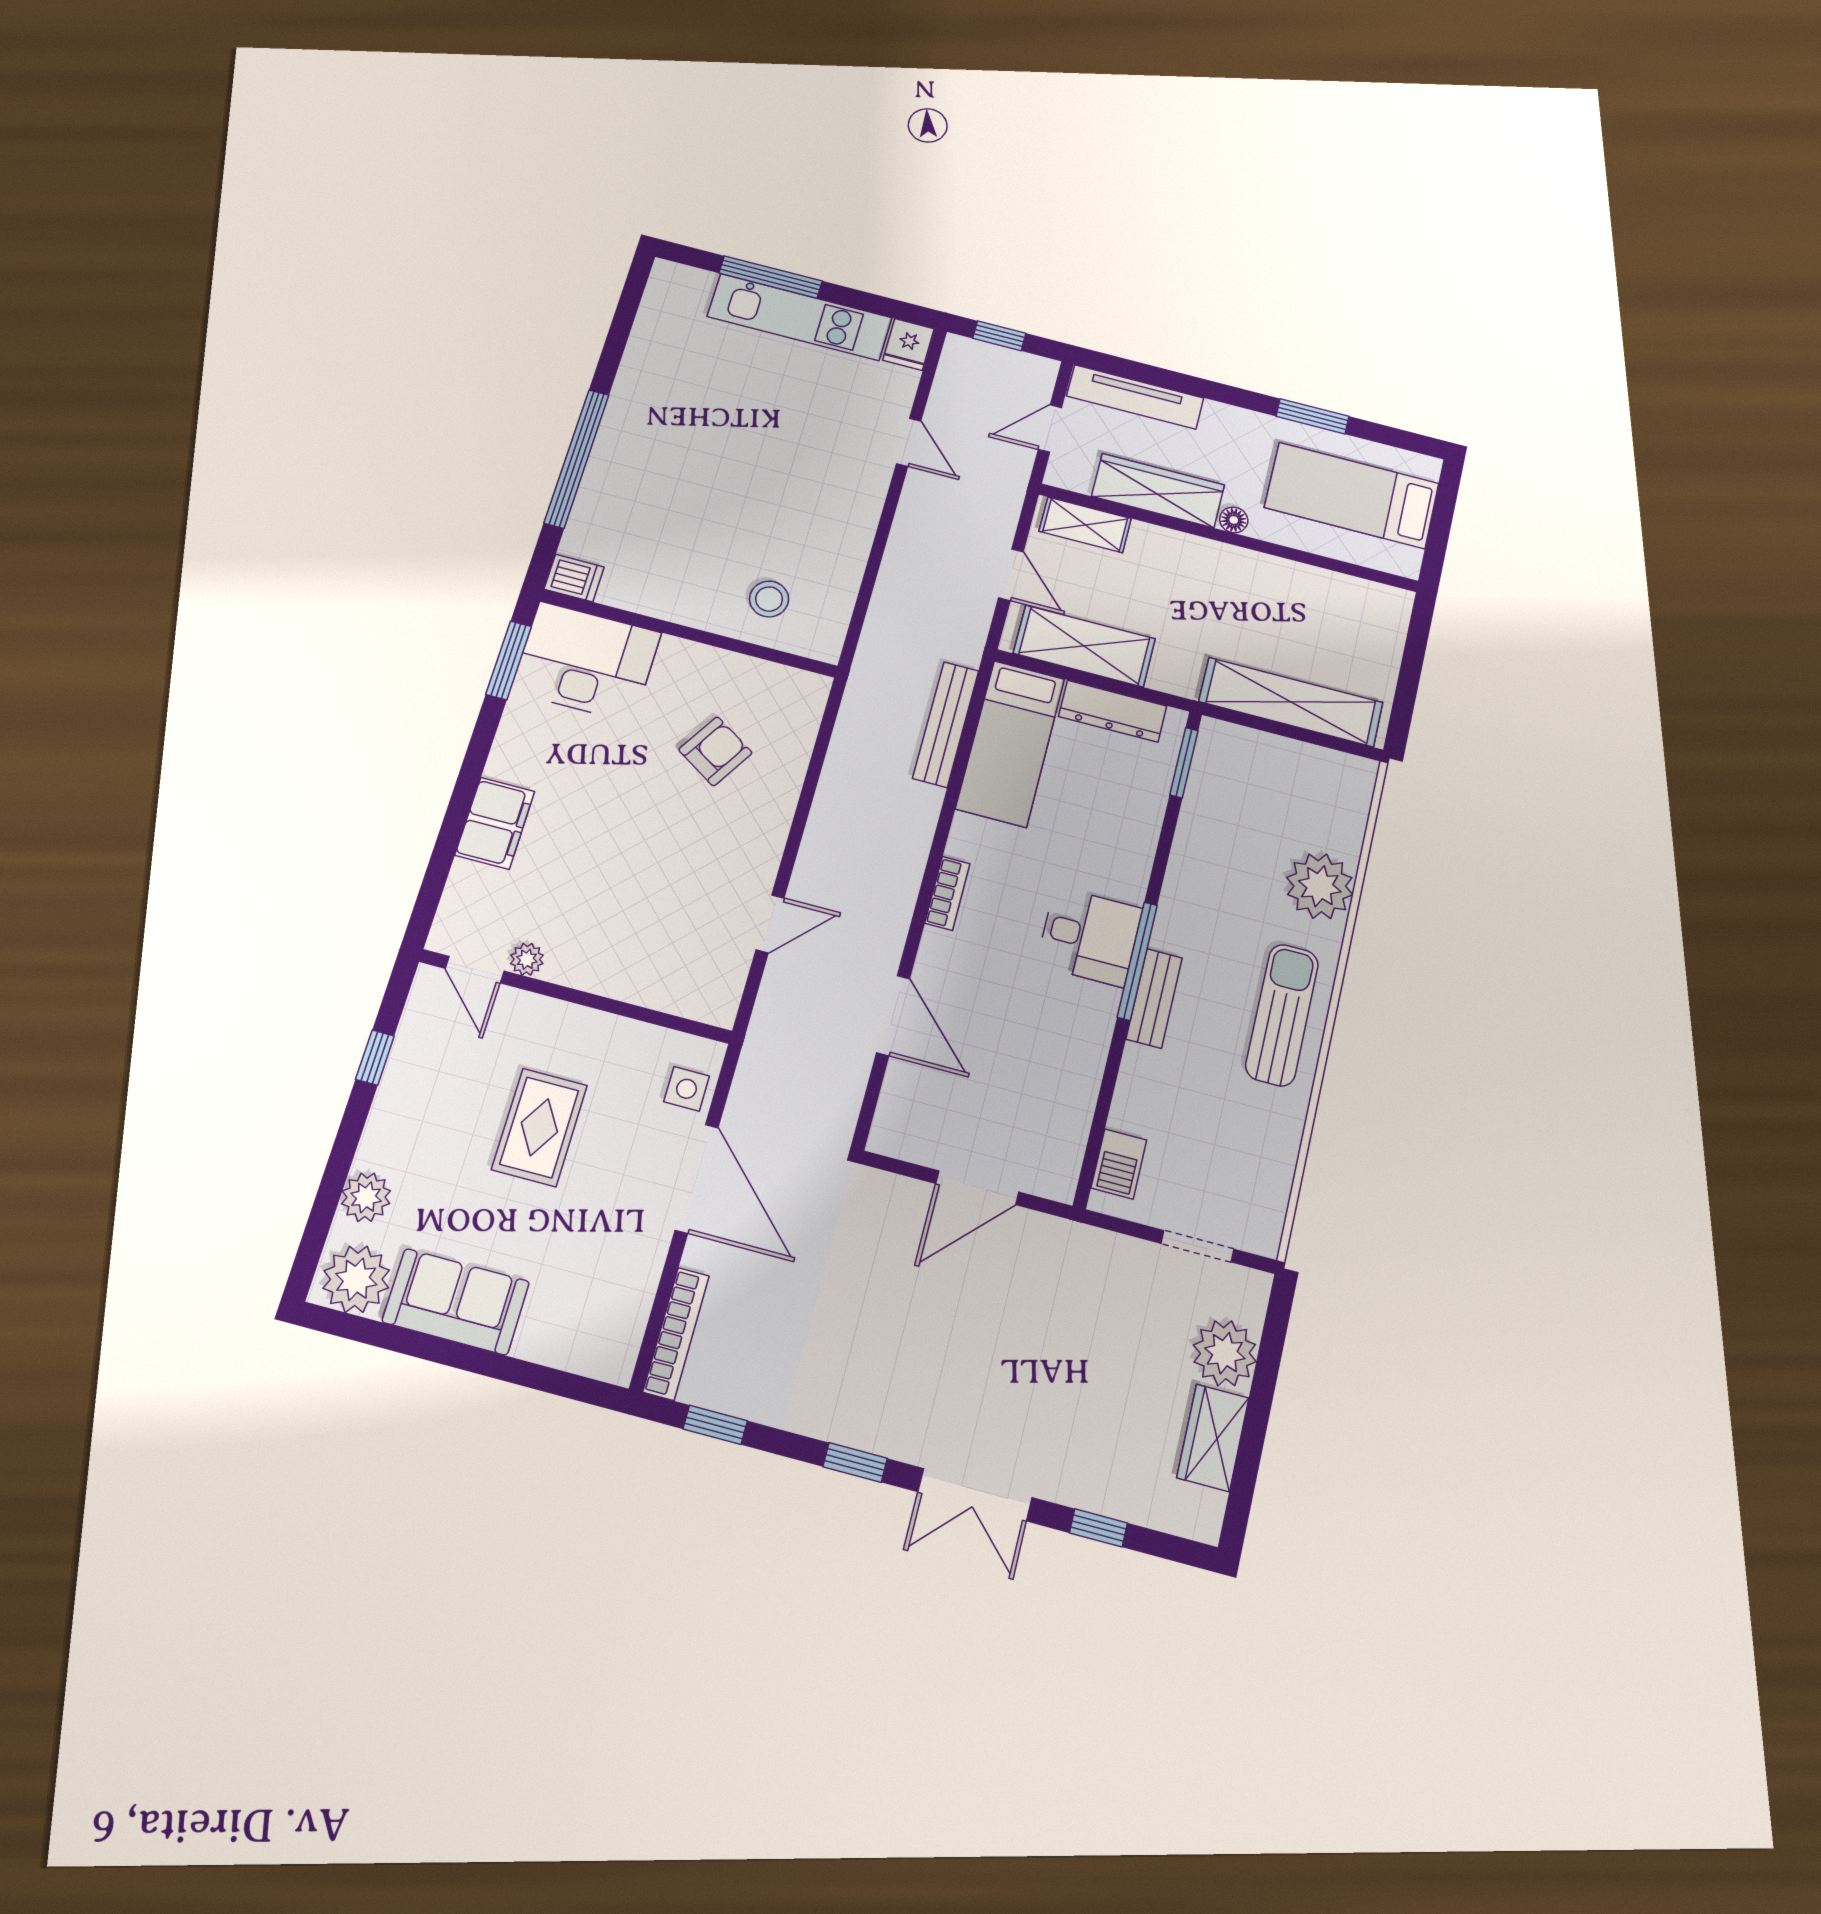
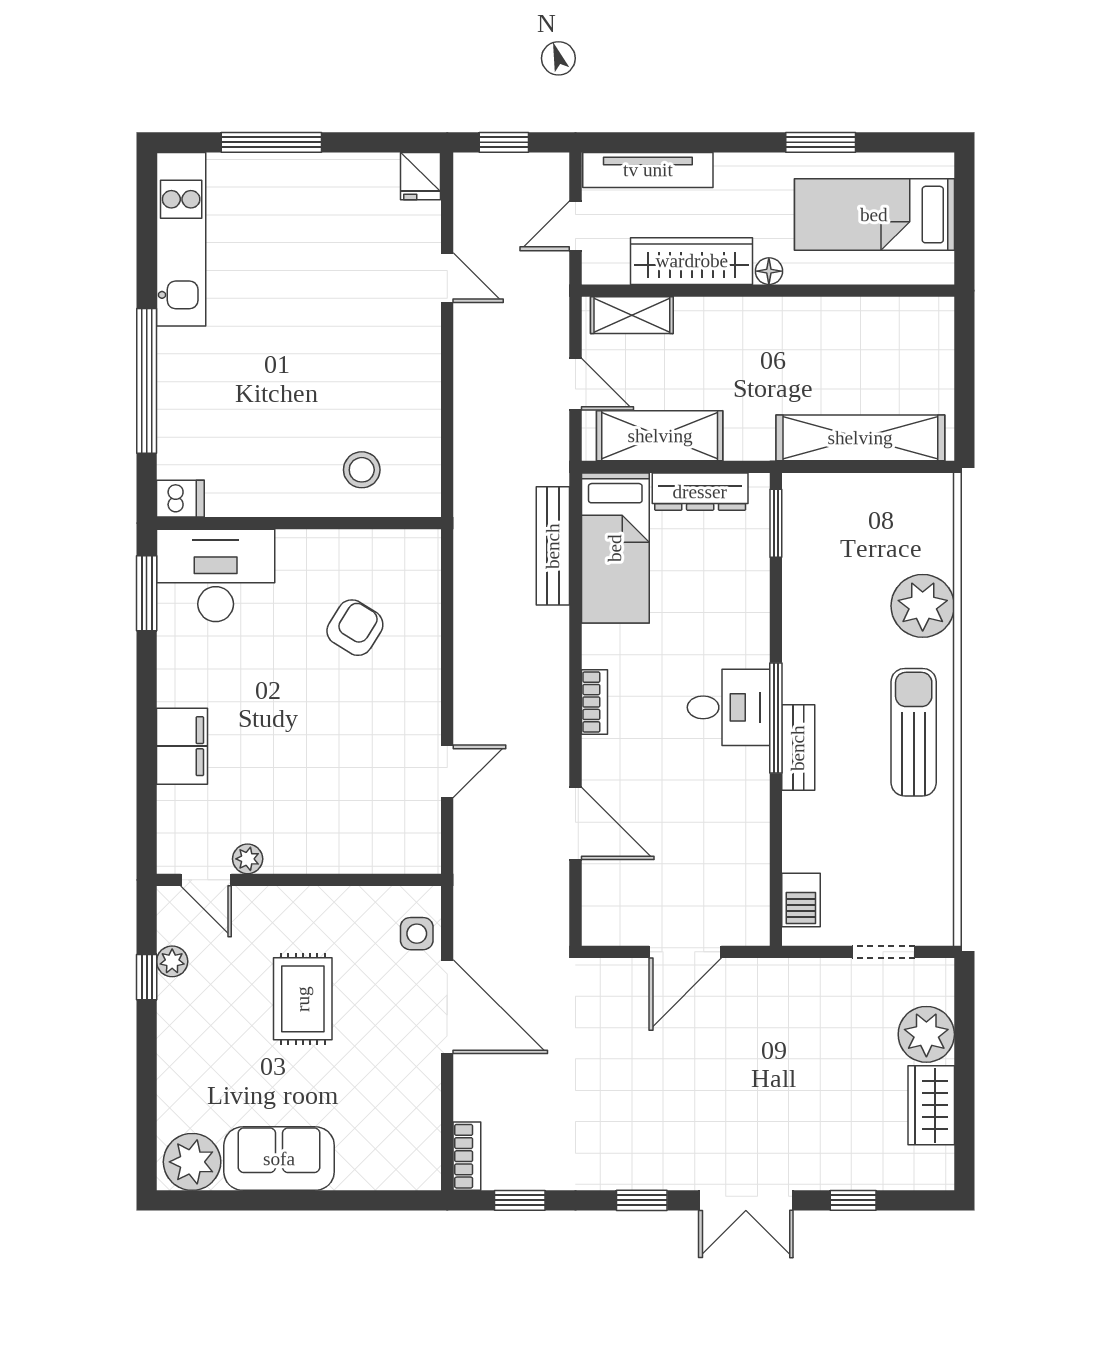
kitchen unit: (800, 317) -> (181, 239), moved, turned -90
plant: (366, 1197) -> (172, 961), moved, width x0.73, depth x0.73
bookcase: (676, 1334) -> (467, 1156), width x0.64

